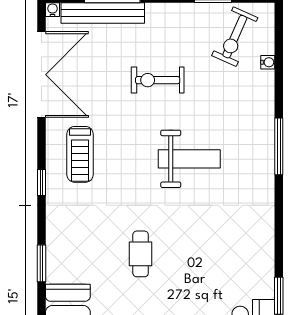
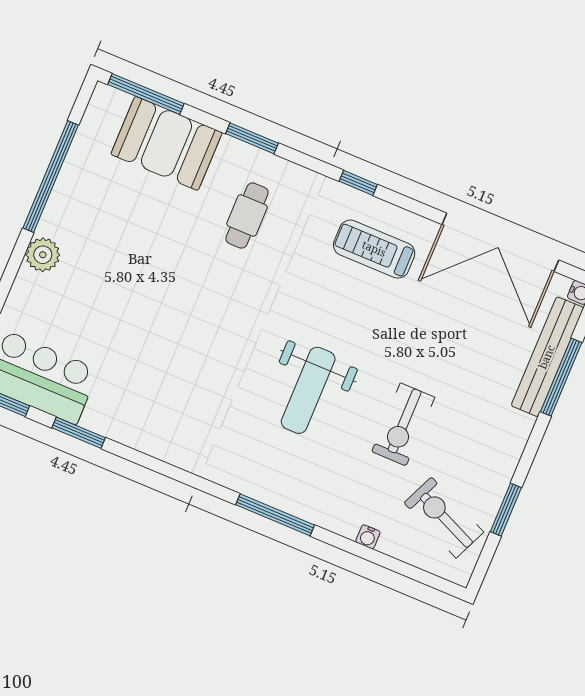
water cooler: (268, 62) -> (368, 537), moved
exercise bike: (158, 80) -> (403, 424), moved, turned 180
cafe table: (141, 254) -> (247, 216), moved, turned 90

